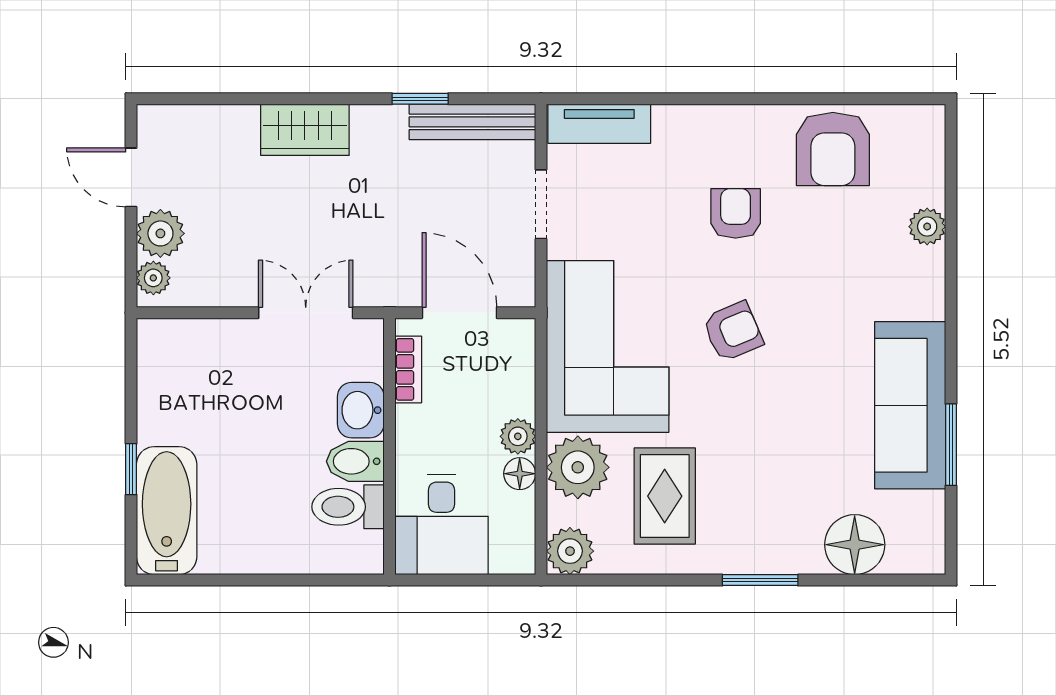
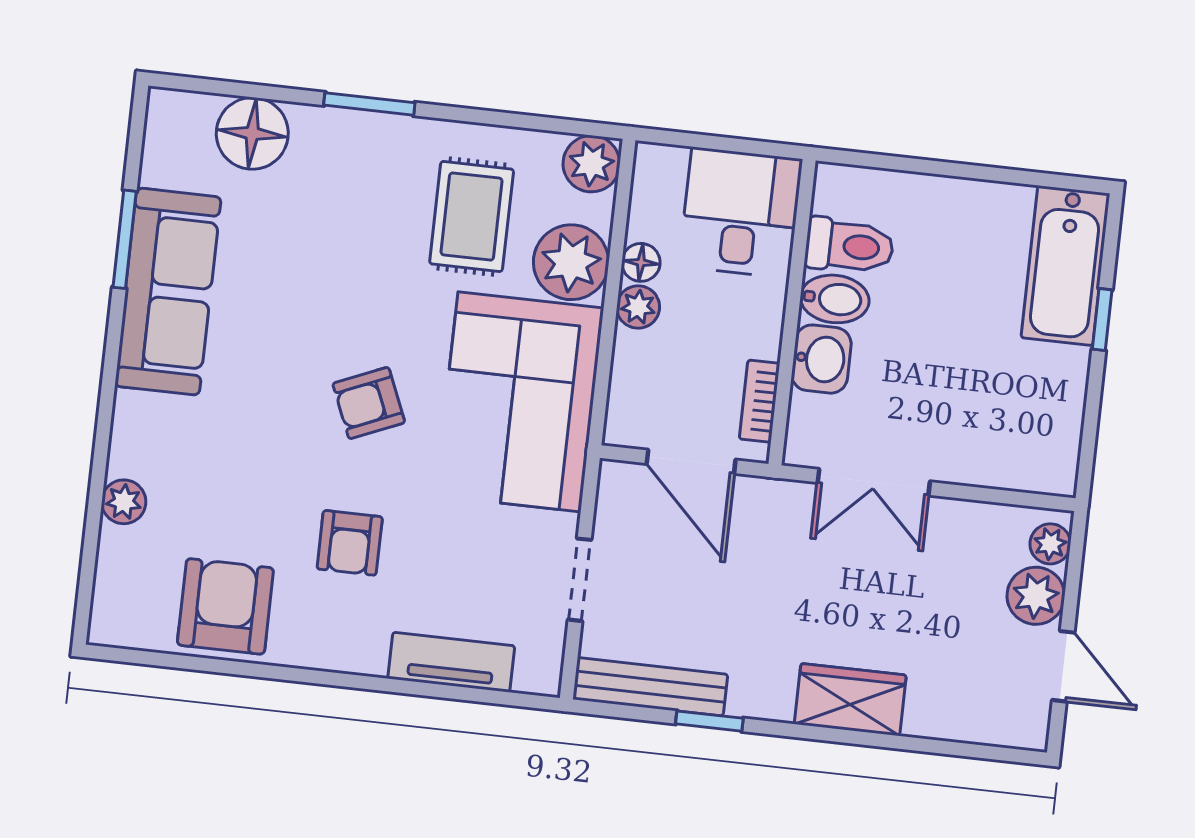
tv unit: (599, 124) -> (451, 662), moved

